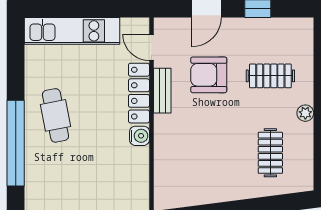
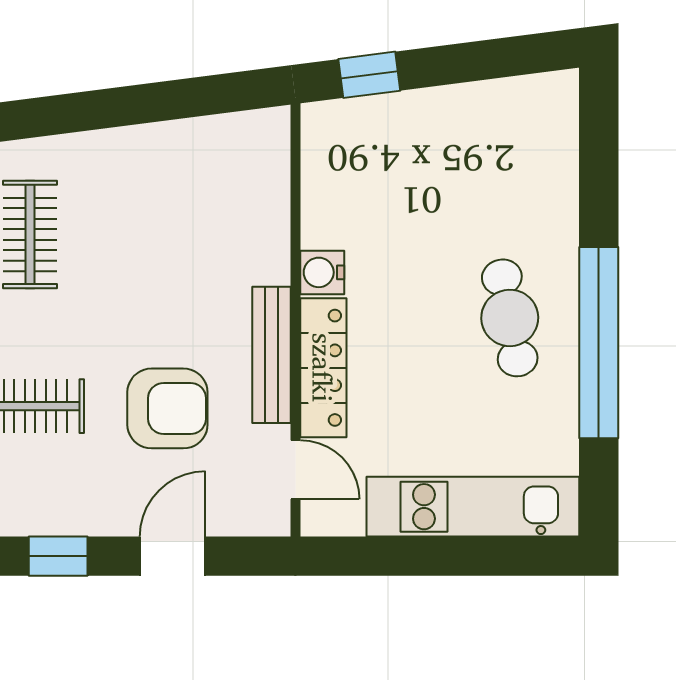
bench: (162, 91) -> (271, 355), width x1.36
window: (16, 143) -> (599, 343), moved

